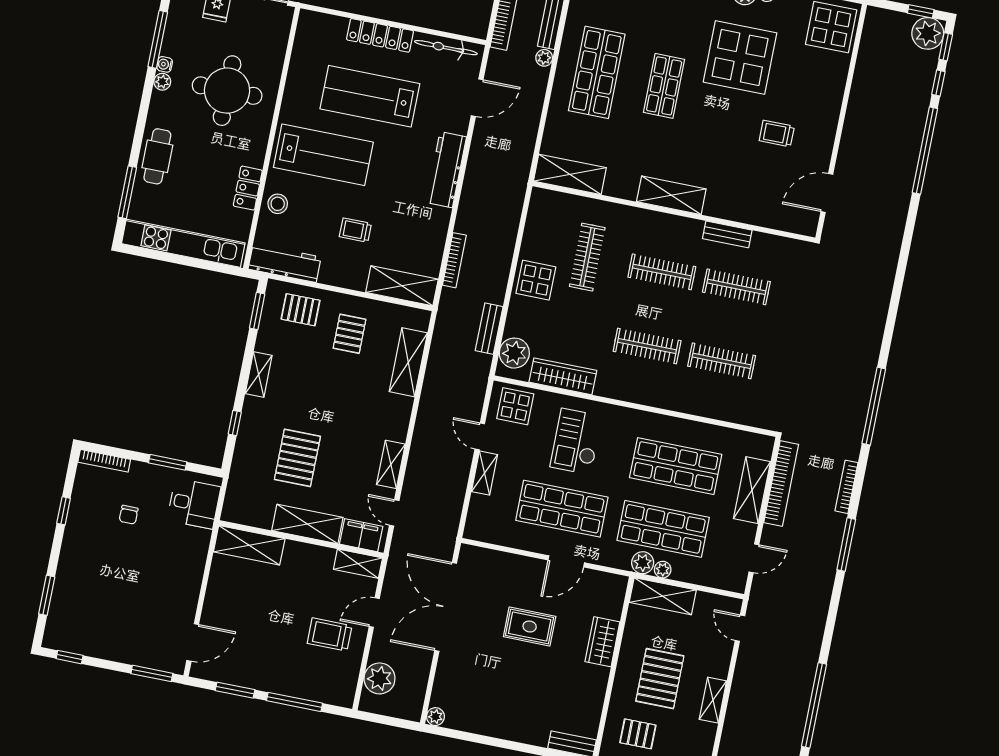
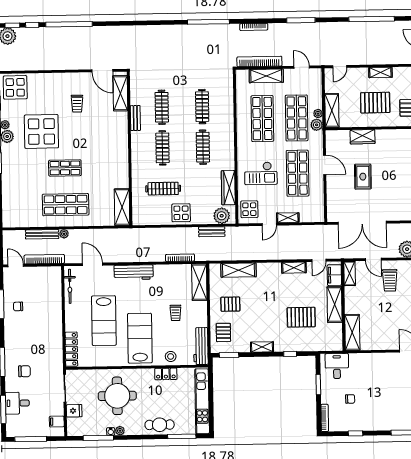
locker: (380, 35) -> (71, 349), moved
shelving: (671, 195) -> (120, 93), moved
window: (846, 544) -> (301, 20), moved

